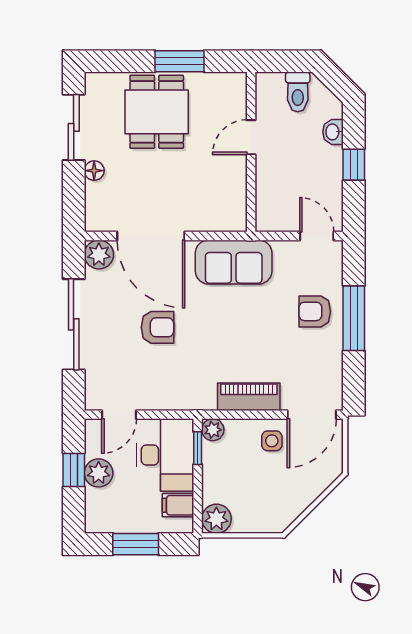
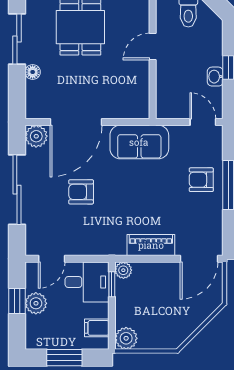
washbasin: (333, 132) -> (215, 77), moved
door: (151, 236) -> (76, 122), hinge flipped
armchair: (158, 327) -> (81, 192), turned 180
side table: (272, 441) -> (168, 279), removed
desk: (165, 455) -> (87, 282), width x0.73

